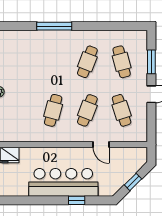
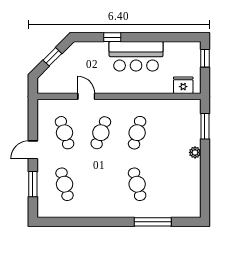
window: (54, 26) -> (153, 222), moved
cafe table: (87, 62) -> (137, 184), moved, turned -36
bar counter: (63, 182) -> (136, 56), width x0.73

